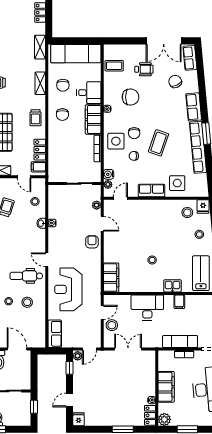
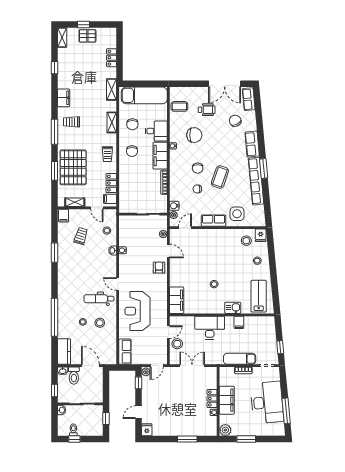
side table: (116, 141) -> (181, 175), removed
locker: (150, 415) -> (212, 399), moved

